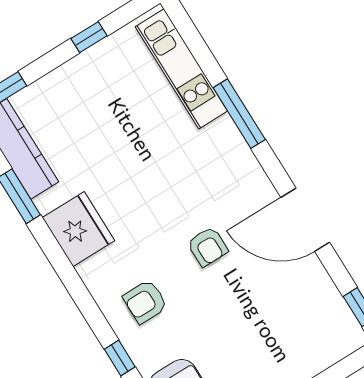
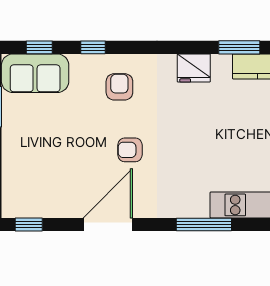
fridge: (79, 229) -> (194, 68), width x0.73, depth x0.75

